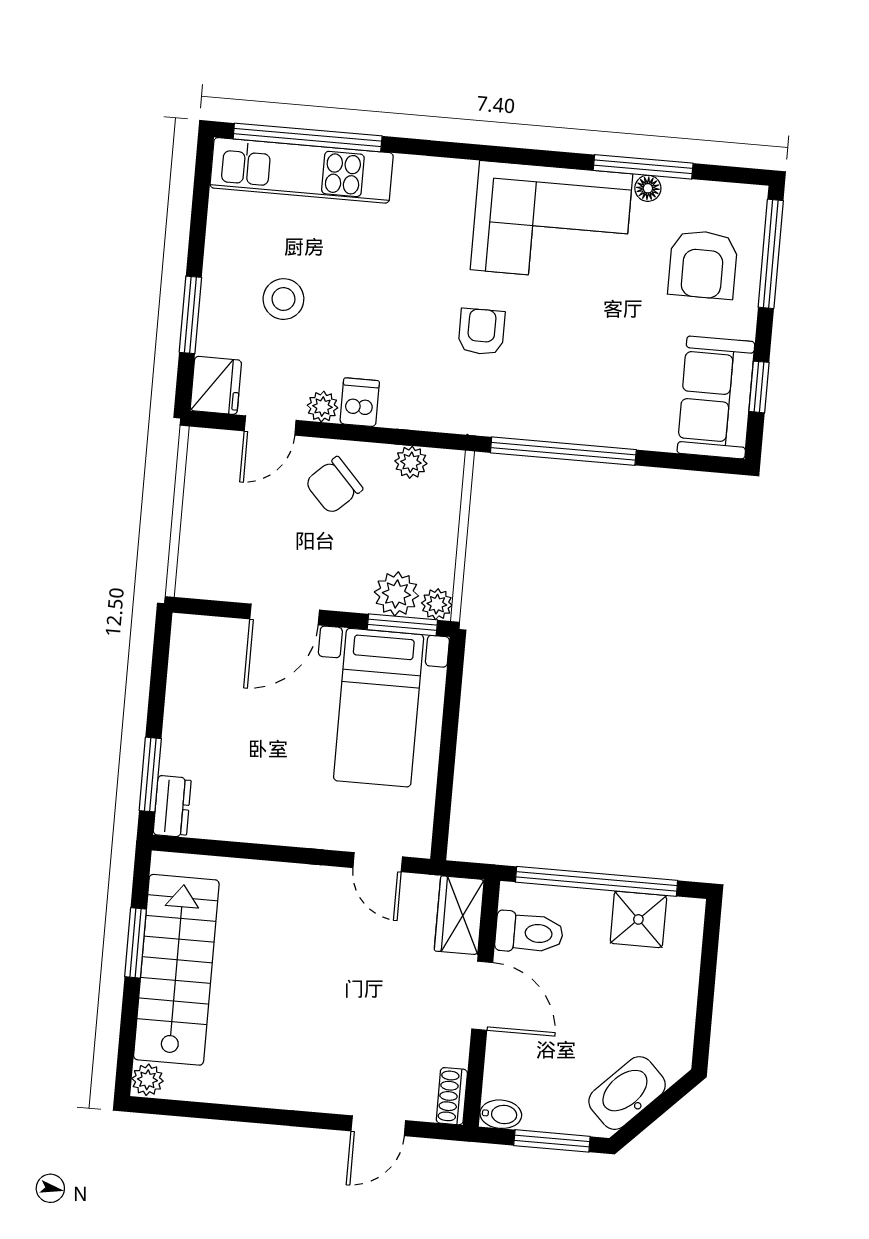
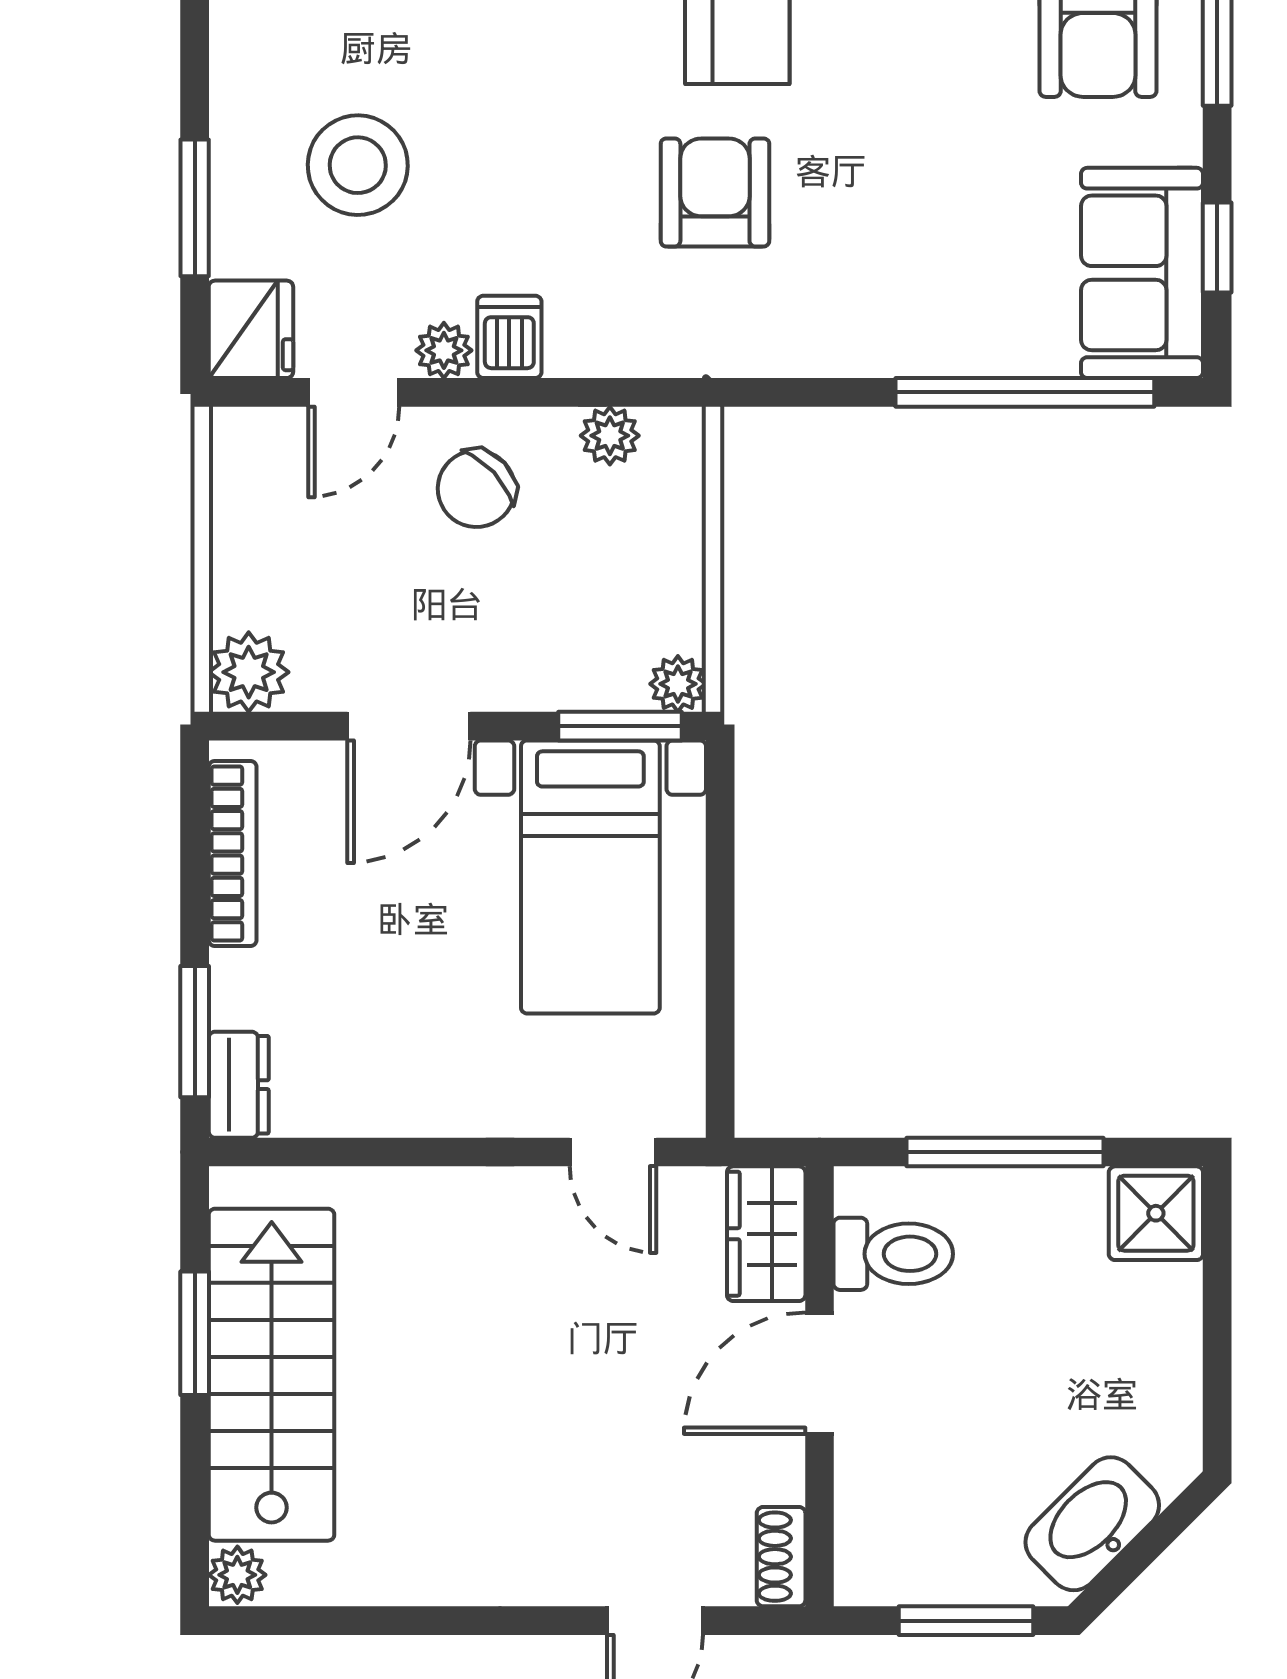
stool: (283, 299) -> (358, 165), width x1.38, depth x1.38
armchair: (481, 332) -> (715, 192), width x1.38, depth x1.38
window: (563, 451) -> (1025, 392), moved
plant: (396, 594) -> (249, 672), moved
bookcase: (180, 677) -> (233, 854), added
window: (597, 881) -> (1005, 1152), width x0.68
shower: (638, 919) -> (1156, 1213), moved
door: (482, 996) -> (819, 1373), swing flipped
bidet: (501, 1114) -> (871, 1581), removed

